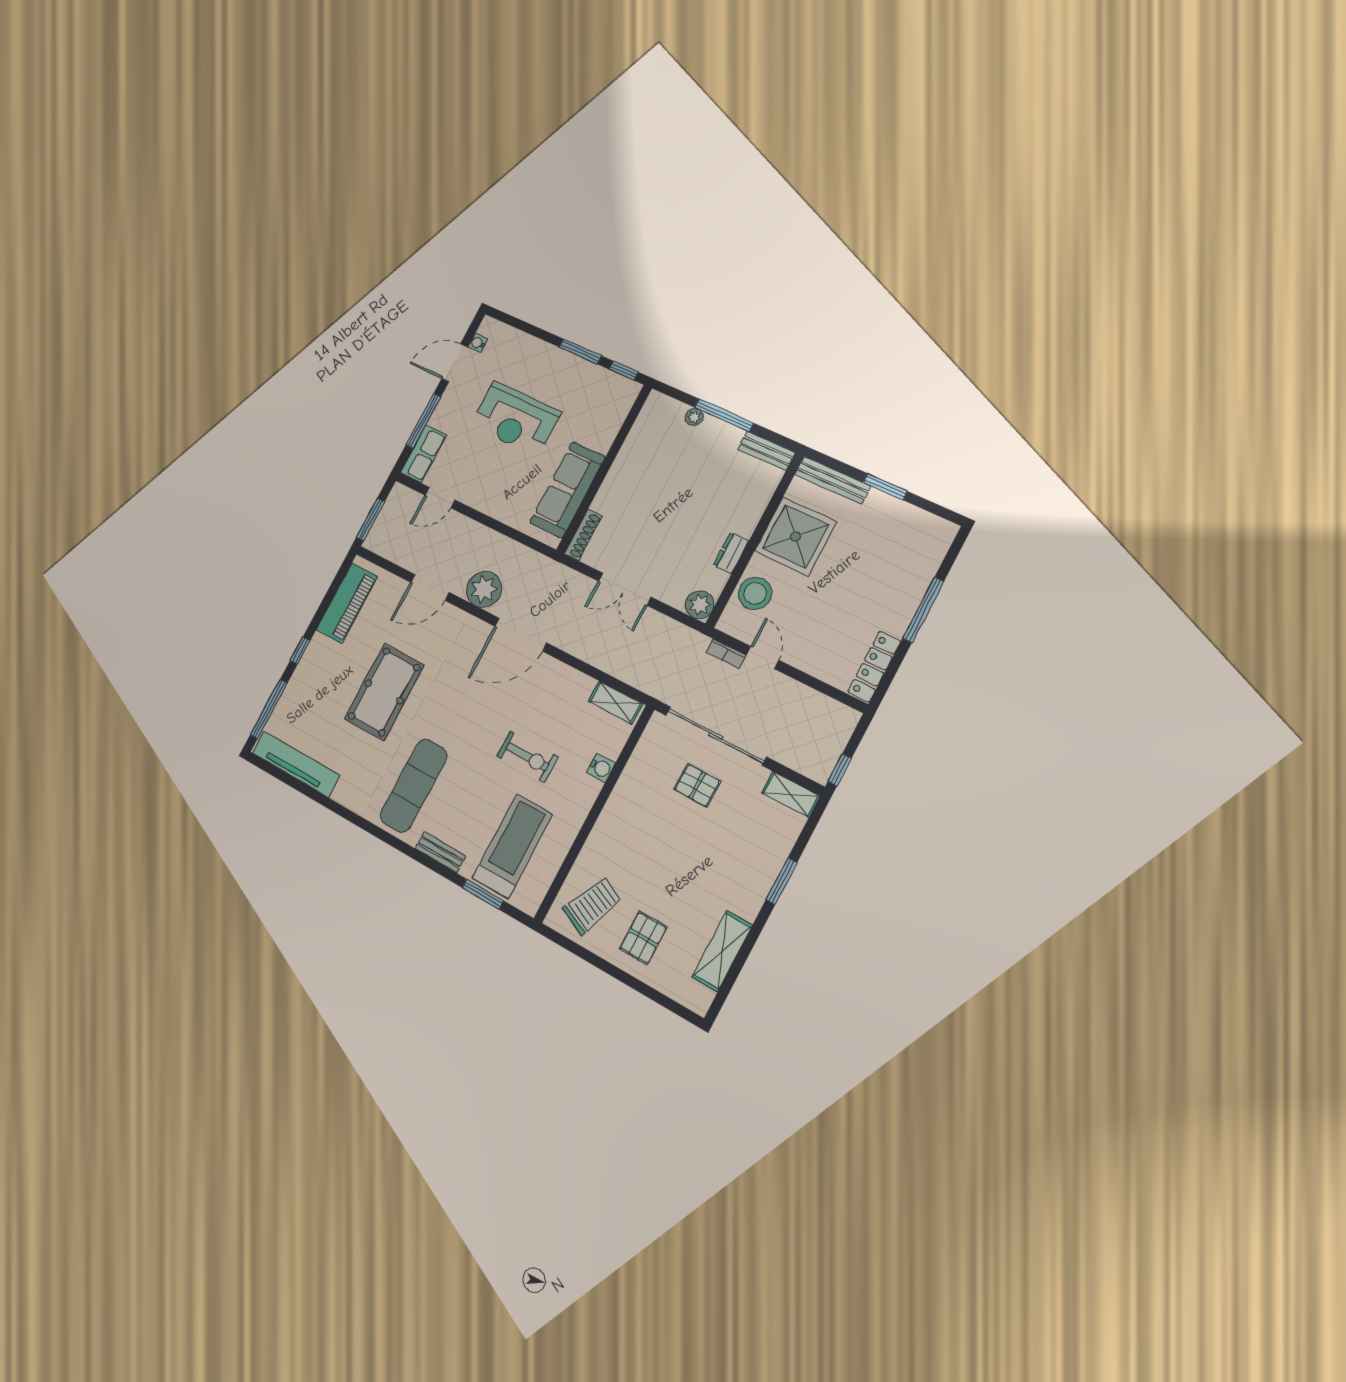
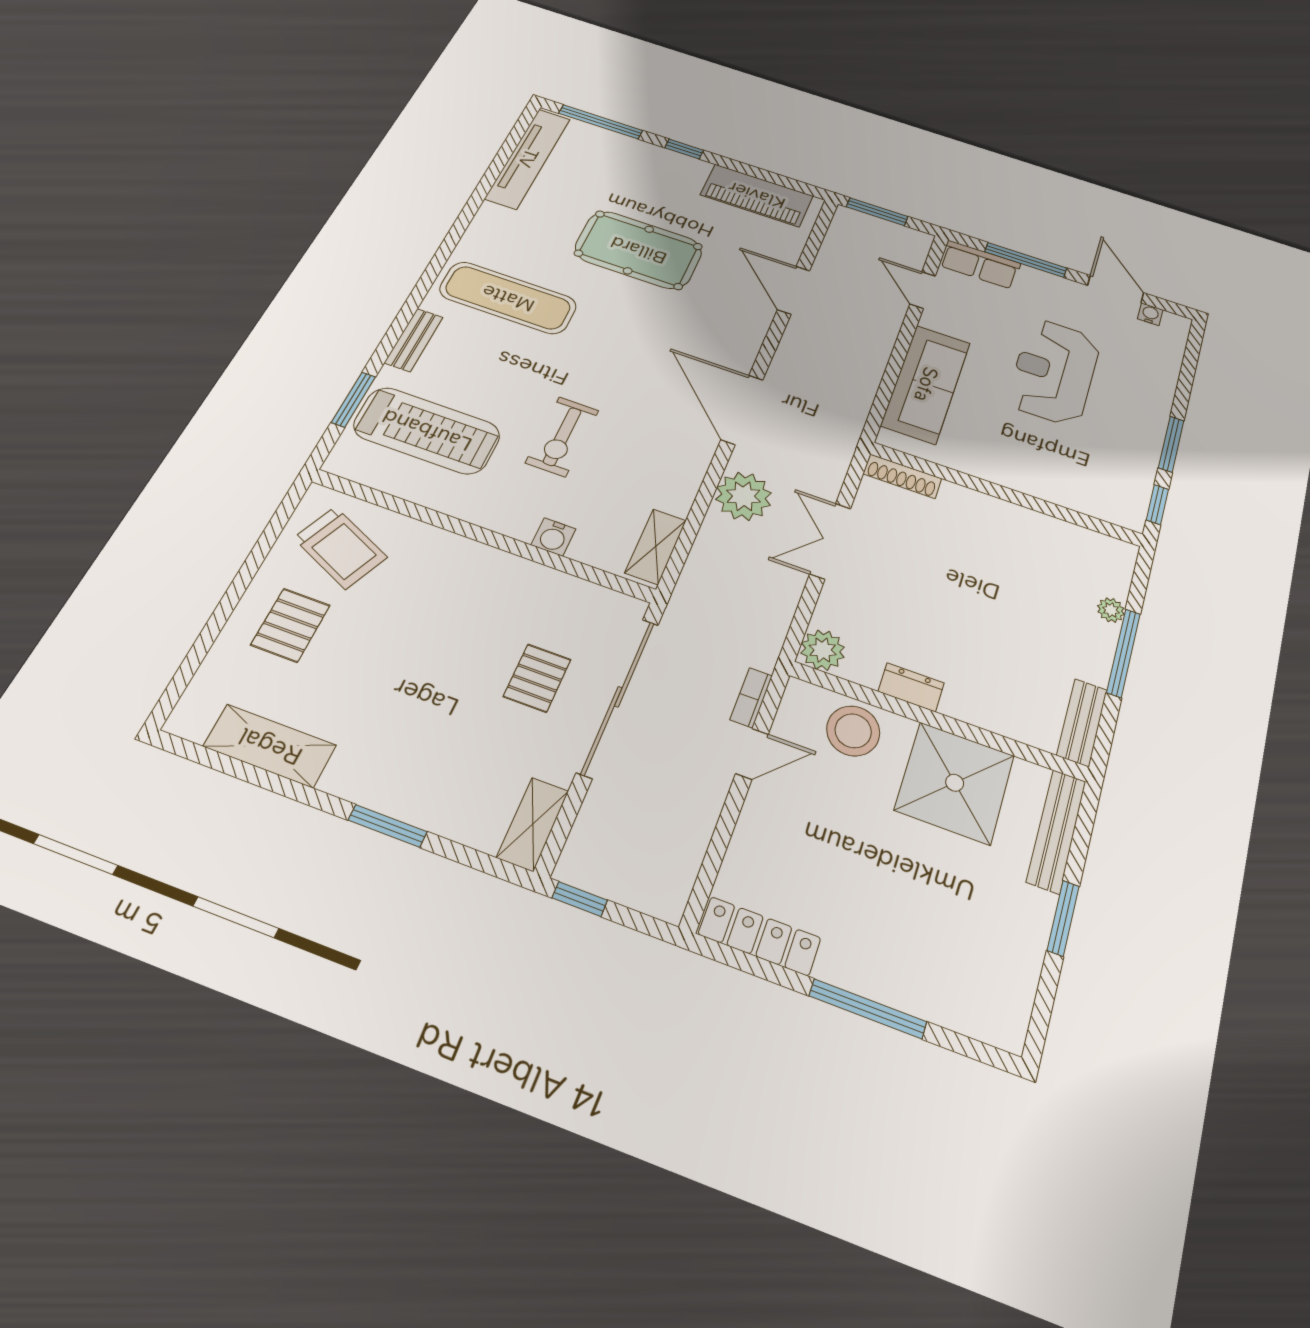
sofa: (567, 490) -> (926, 384), moved, turned 90
plant: (484, 589) -> (744, 496), moved
pallet: (643, 938) -> (291, 625), turned 90

